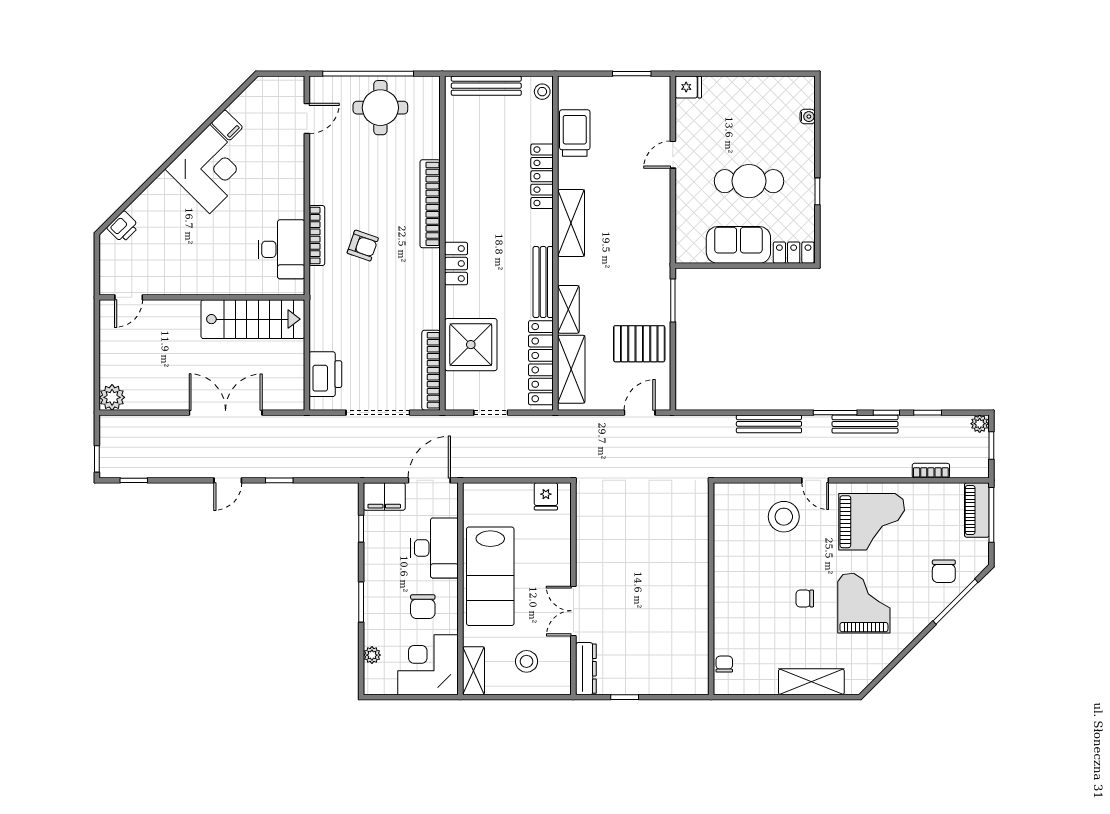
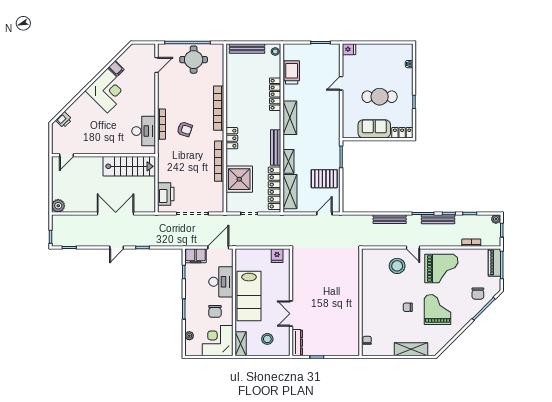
bookcase: (431, 370) -> (219, 161), moved

